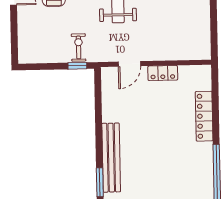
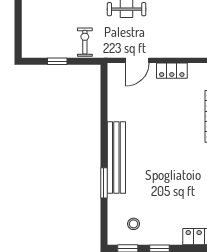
window: (77, 66) -> (57, 61), moved

